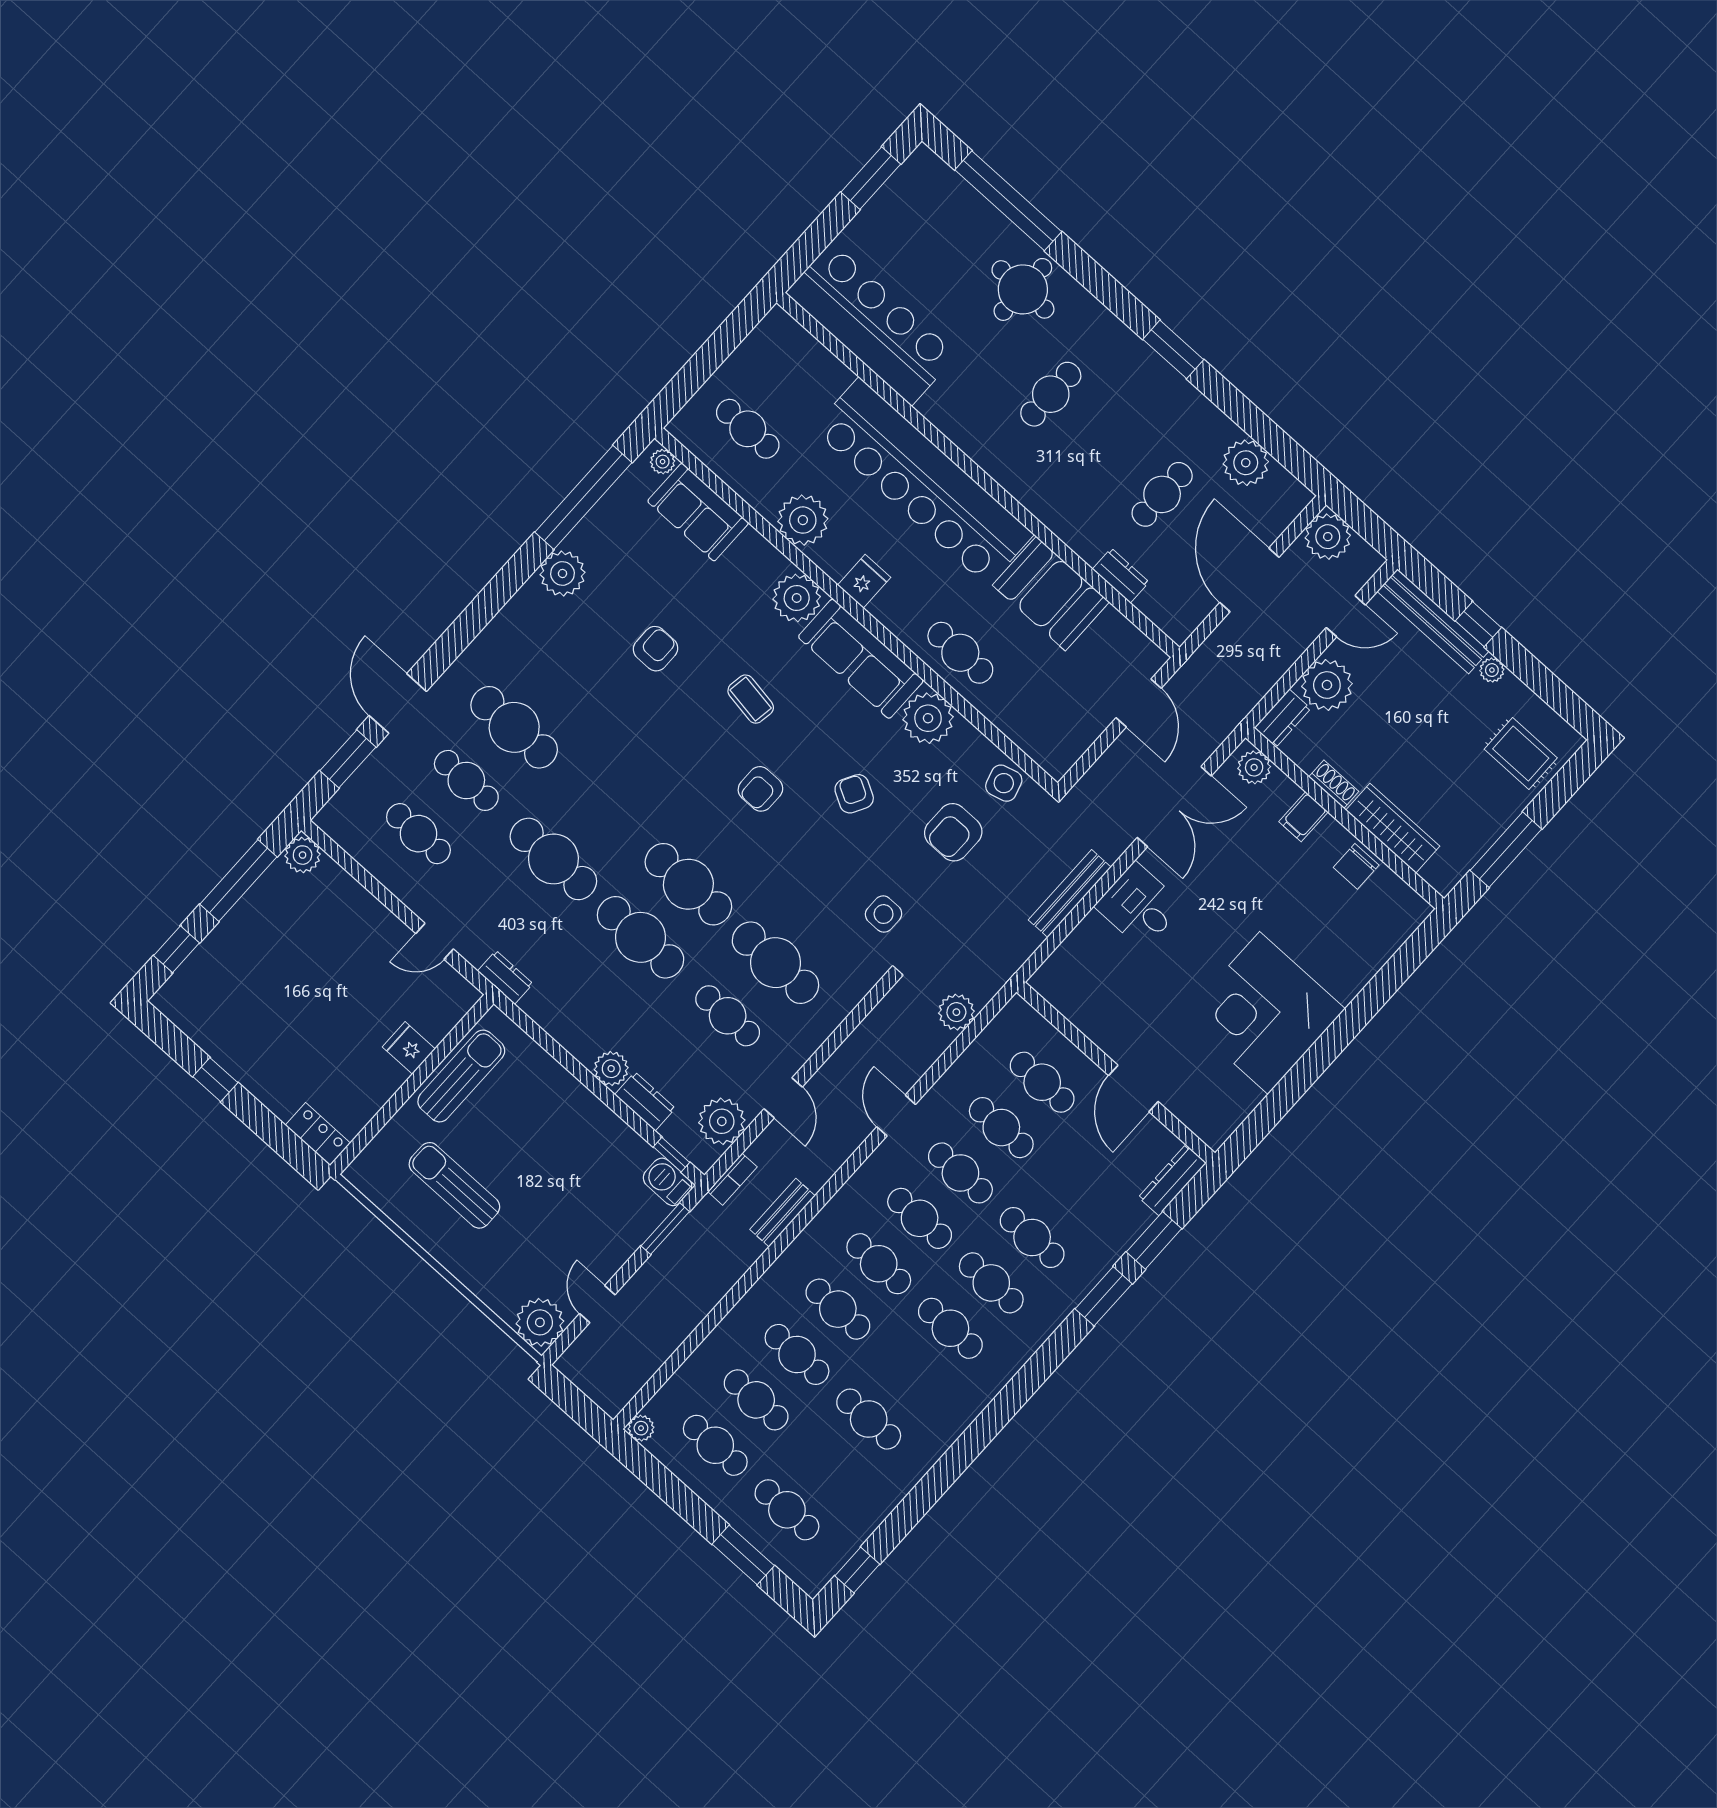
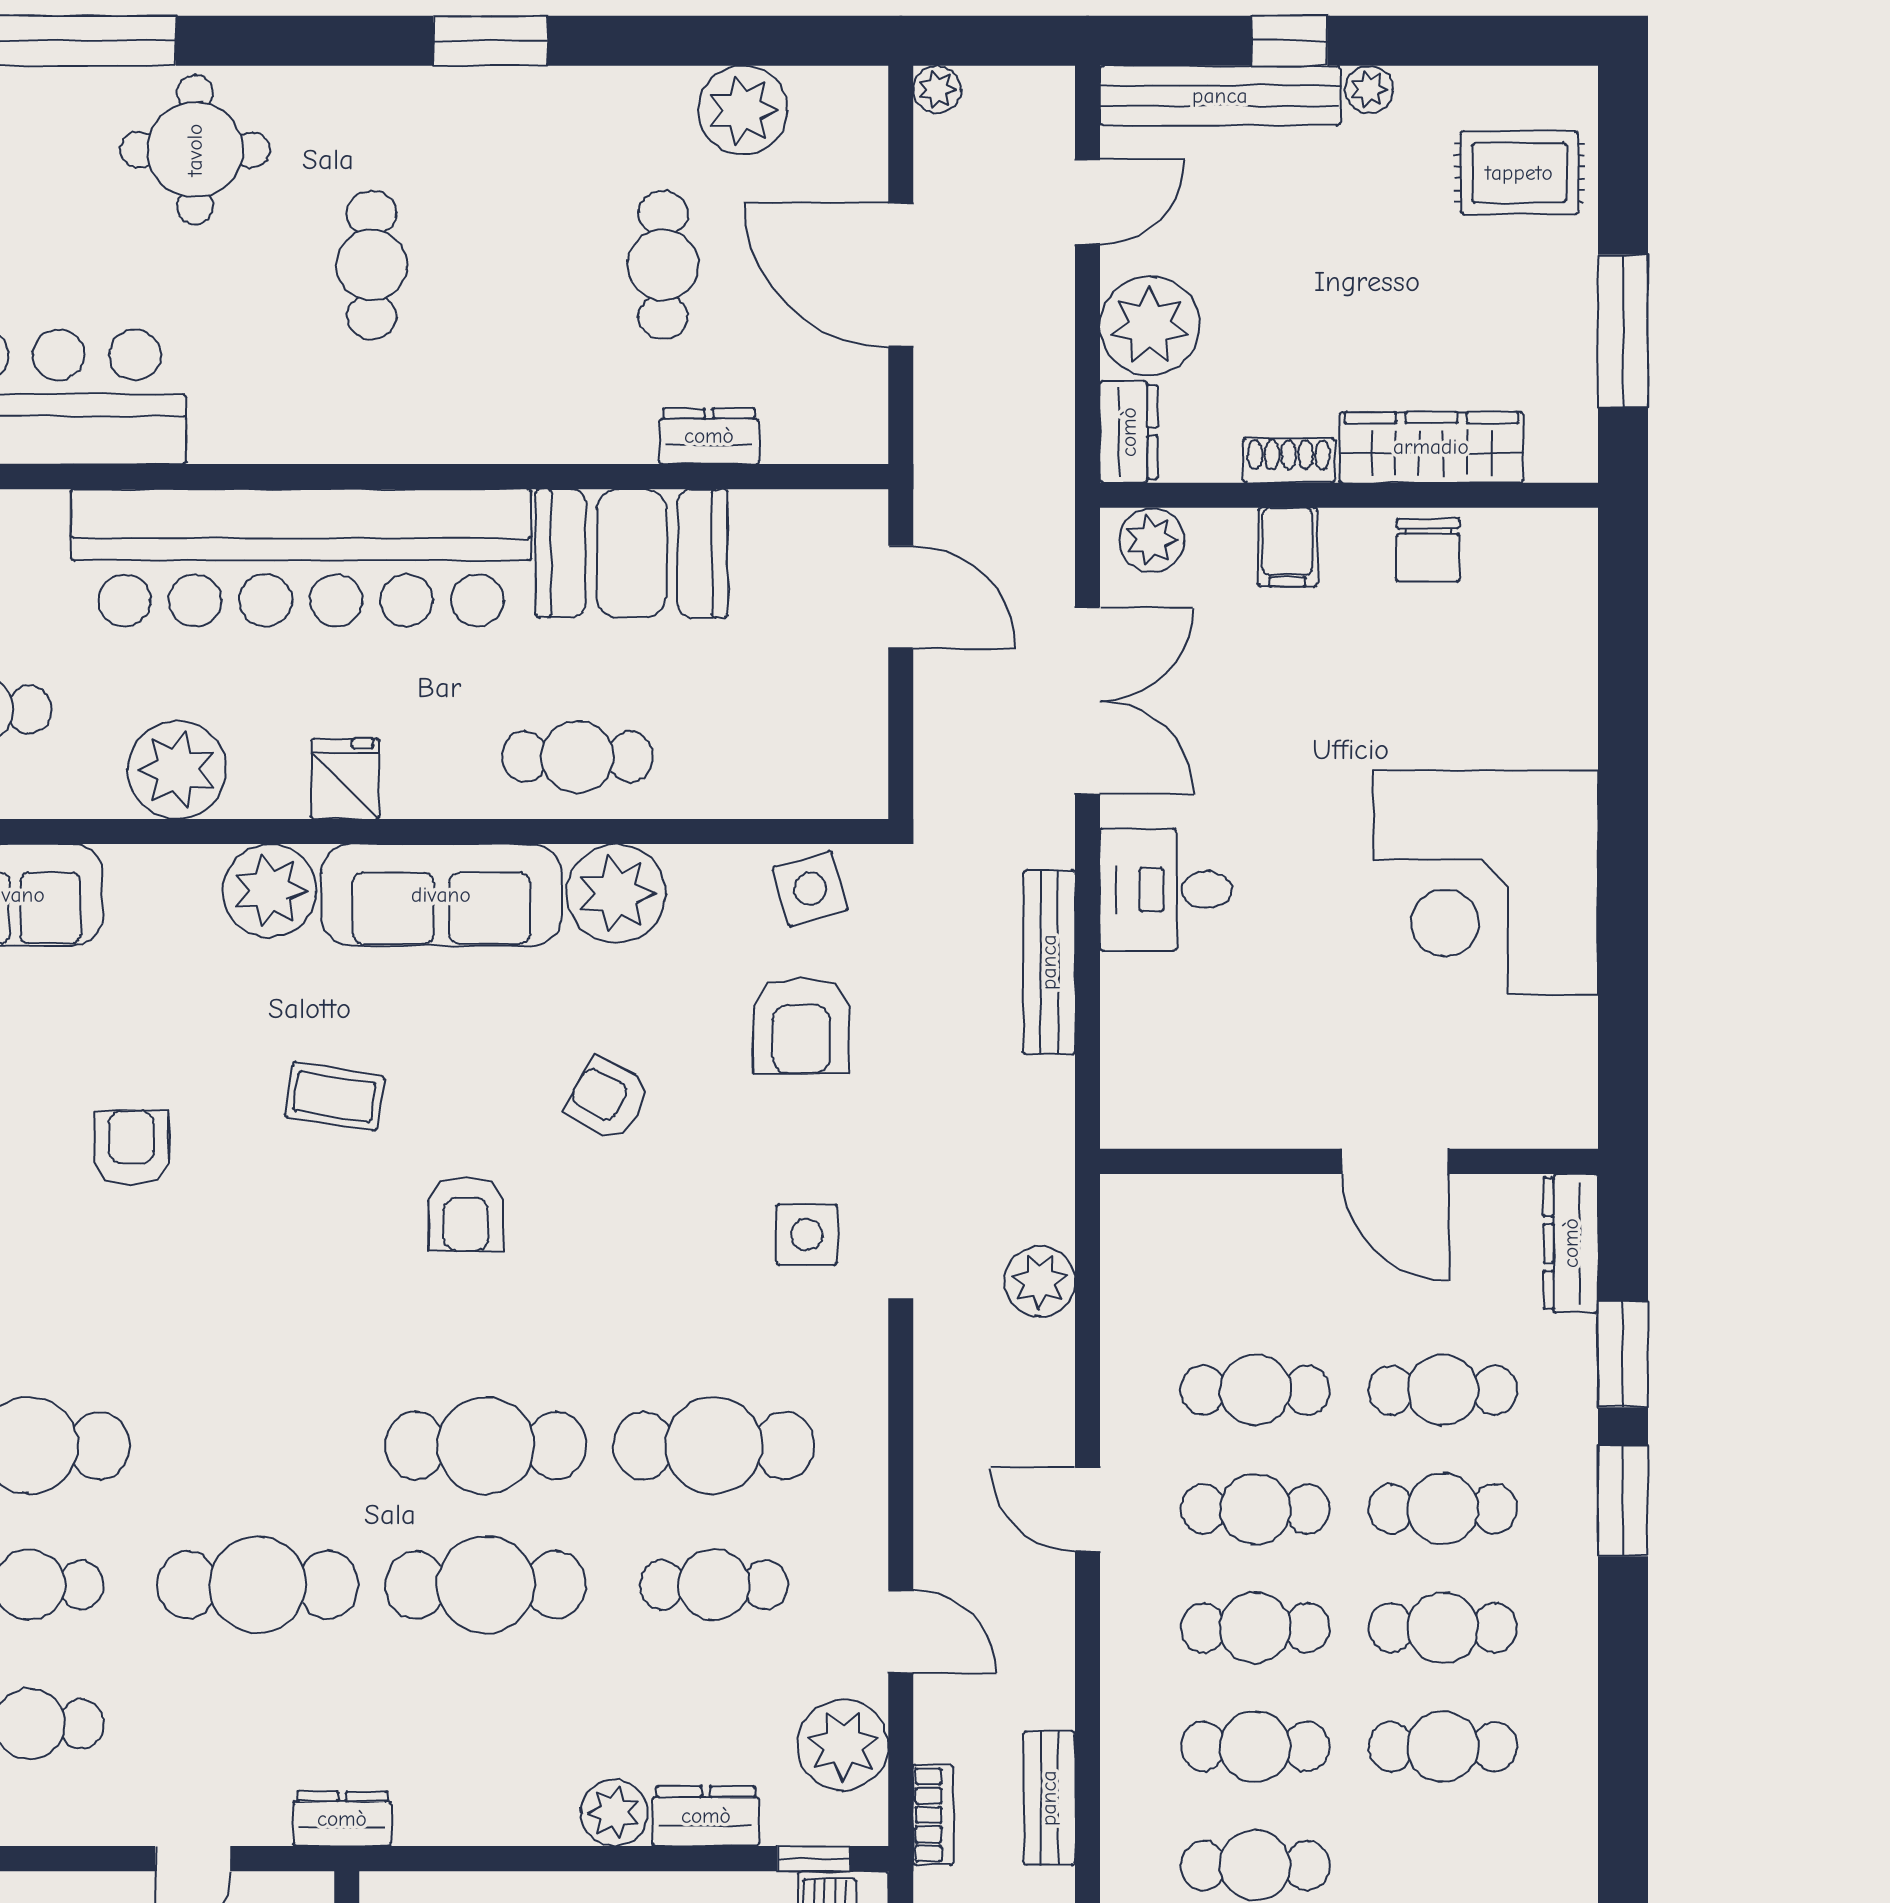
plant: (1328, 537) -> (937, 89), width x0.53, depth x0.53
cafe table: (1042, 1082) -> (1443, 1390), moved

